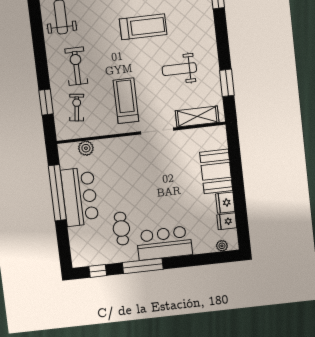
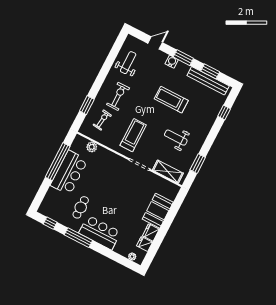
treadmill: (143, 27) -> (171, 100), turned 180

